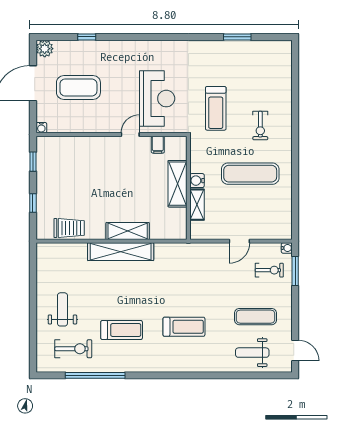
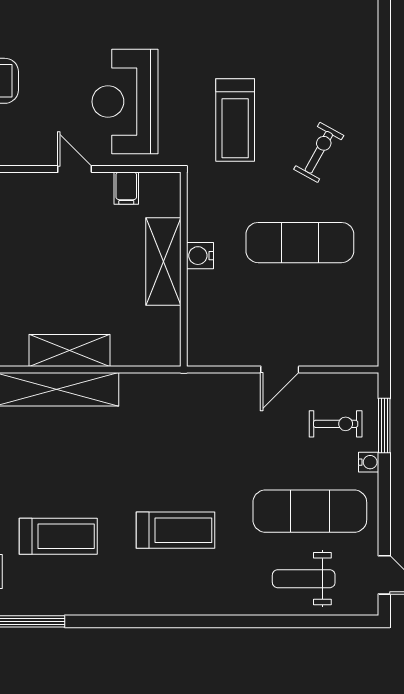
reception desk: (157, 99) -> (125, 102), turned 180
exercise bike: (260, 126) -> (319, 152), turned -151
door: (130, 135) -> (75, 169), hinge flipped
shelving: (197, 205) -> (200, 301), removed
water cooler: (287, 248) -> (369, 462), moved
exercise mat: (255, 317) -> (310, 511), width x1.36, depth x1.45

